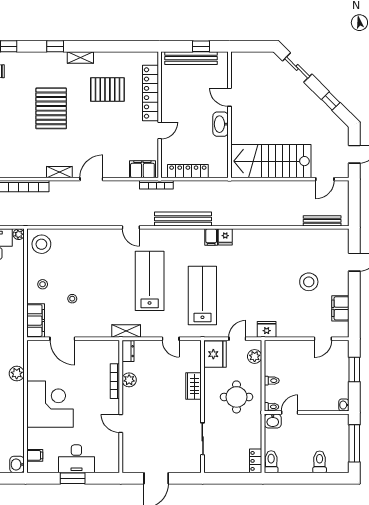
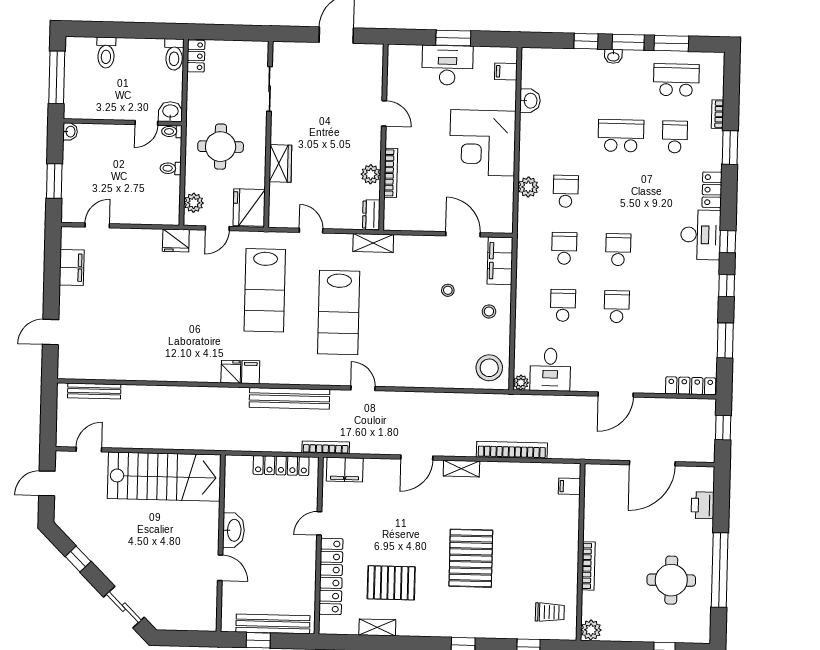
shelving: (80, 57) -> (377, 627), moved
stool: (309, 282) -> (115, 306), removed
washbasin: (17, 464) -> (530, 101), moved

